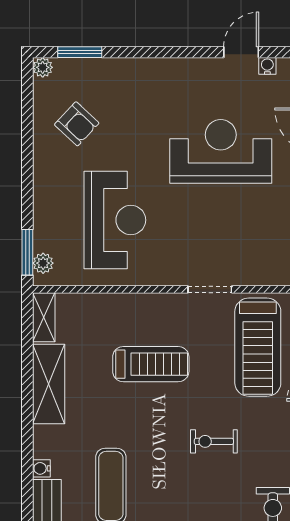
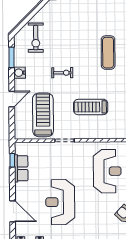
reception desk: (221, 151) -> (60, 202), turned 90
reception desk: (115, 220) -> (107, 171), turned 180

